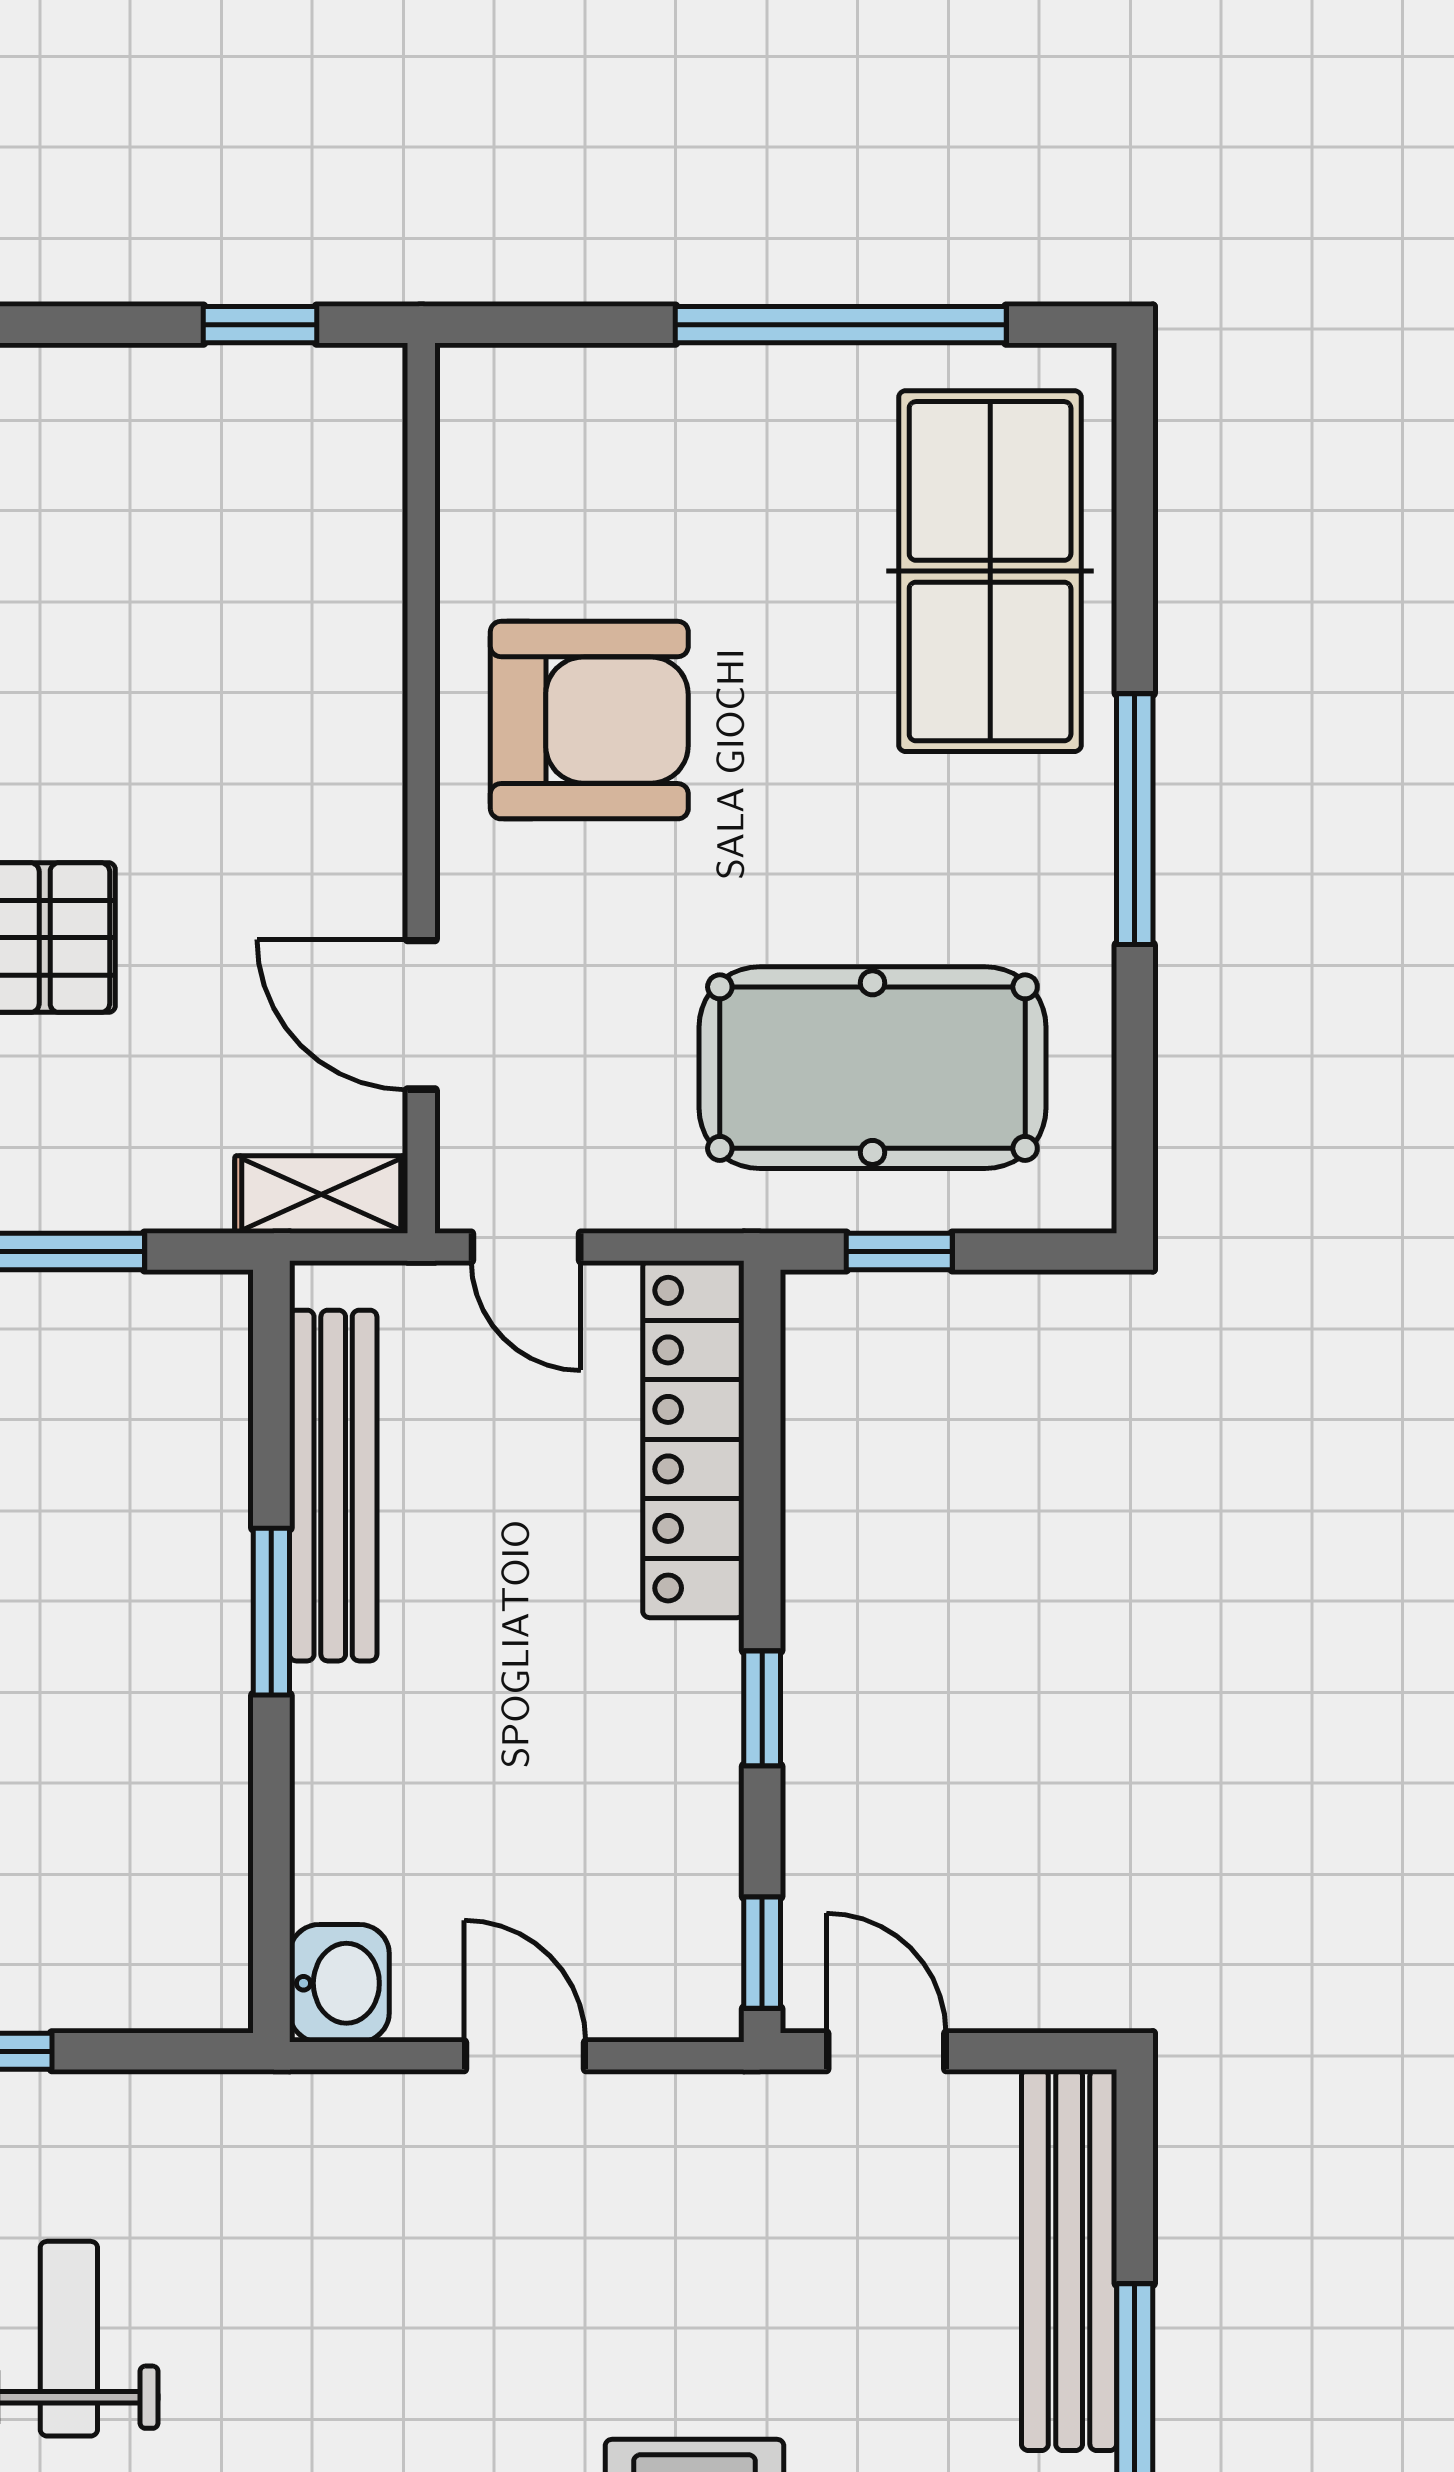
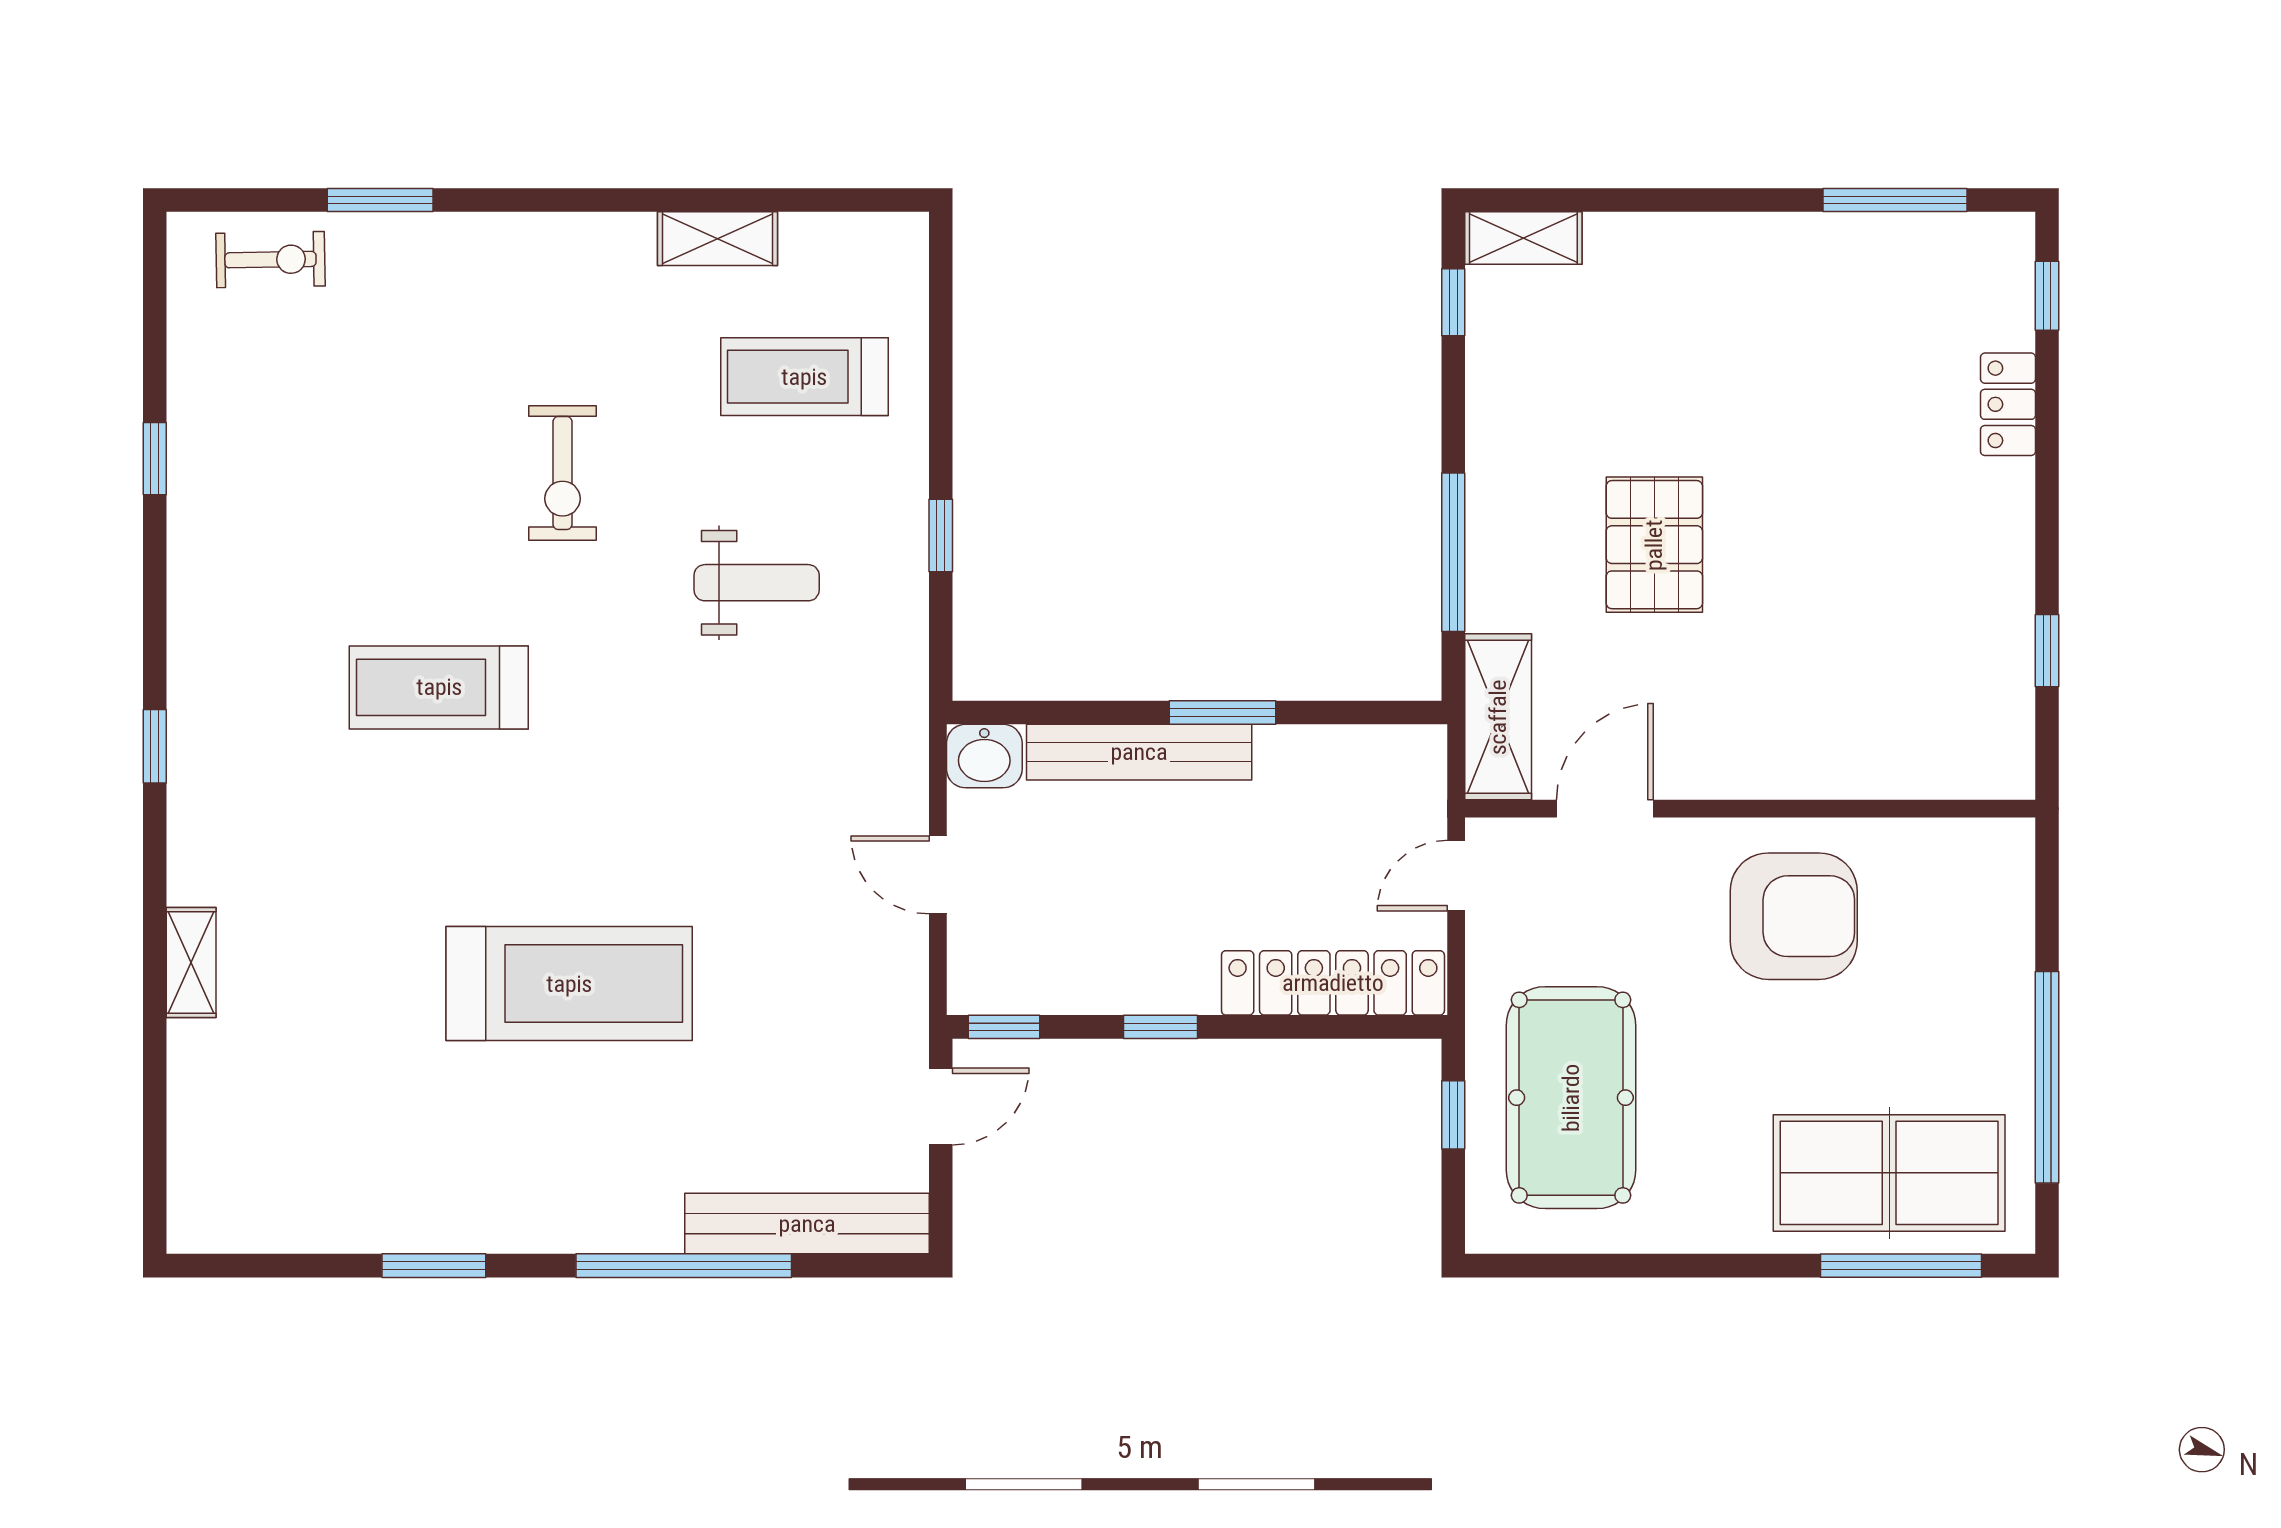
window: (260, 325) -> (2047, 651), moved
armchair: (589, 720) -> (1794, 916), turned -90
window: (1135, 819) -> (1901, 1266), moved
shelving: (321, 1194) -> (1498, 717), width x1.50, depth x1.33
bench: (333, 1486) -> (1139, 752), moved
door: (525, 2056) -> (938, 875), swing flipped

